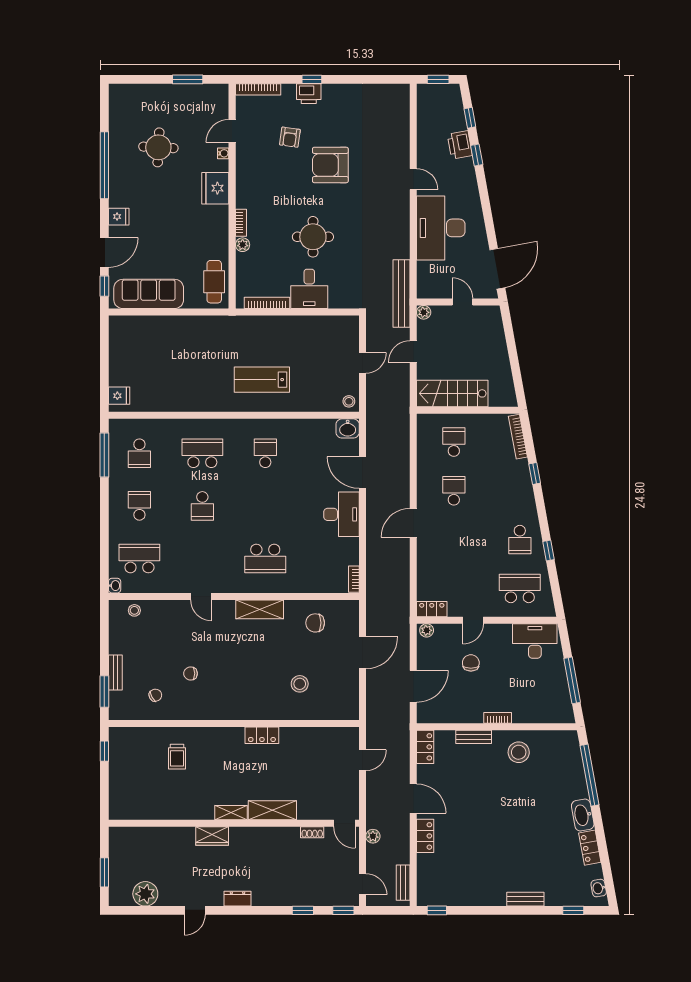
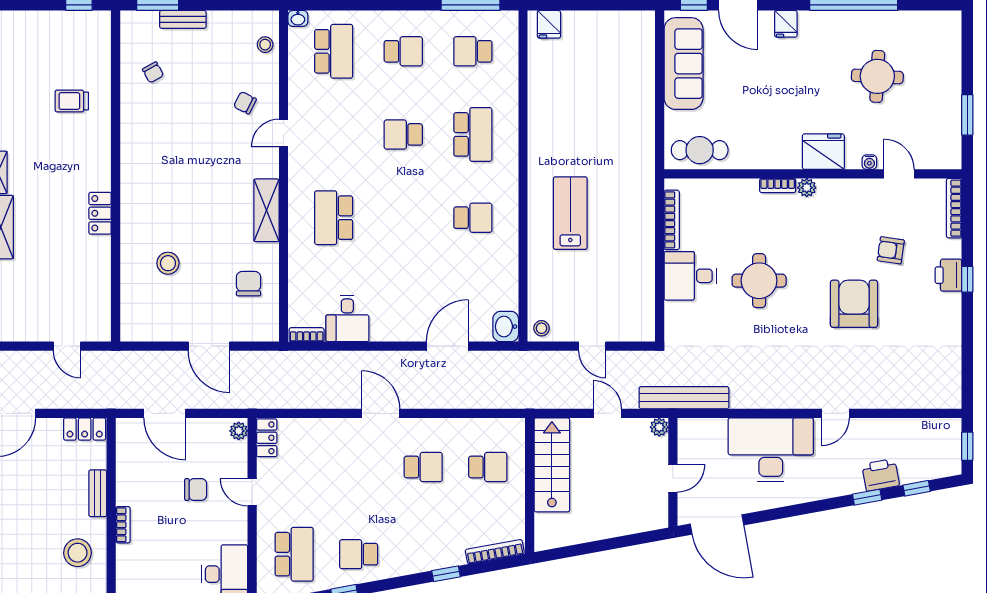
plant: (243, 245) -> (807, 188), moved
desk: (342, 514) -> (347, 318), moved, width x0.73
chair: (191, 673) -> (245, 103), moved, turned -63

